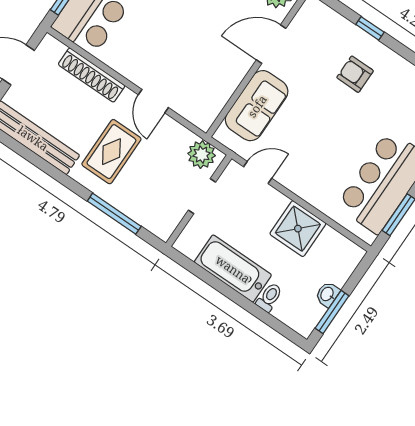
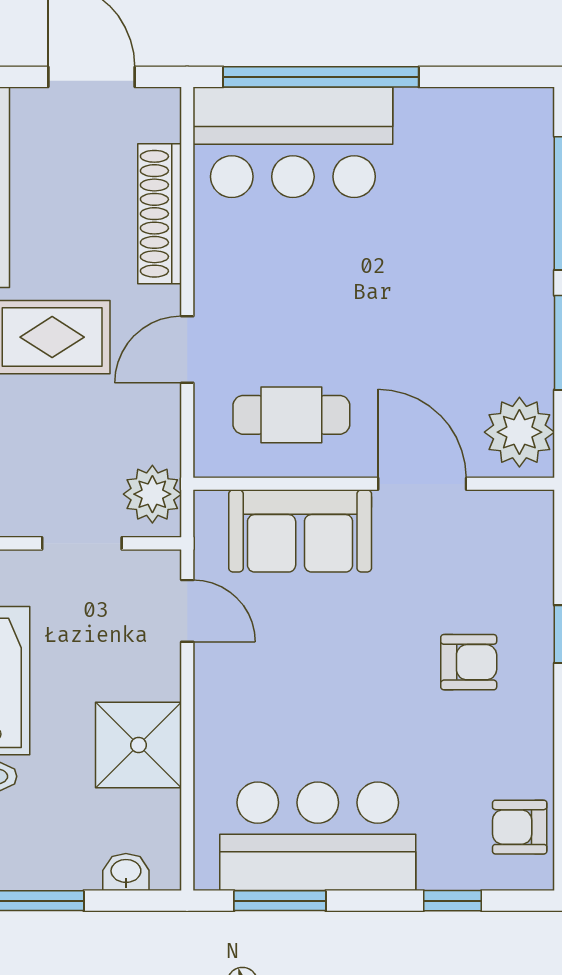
armchair: (355, 74) -> (469, 662), turned 90
cafe table: (208, 77) -> (291, 415), added
washbasin: (327, 294) -> (126, 872), moved

